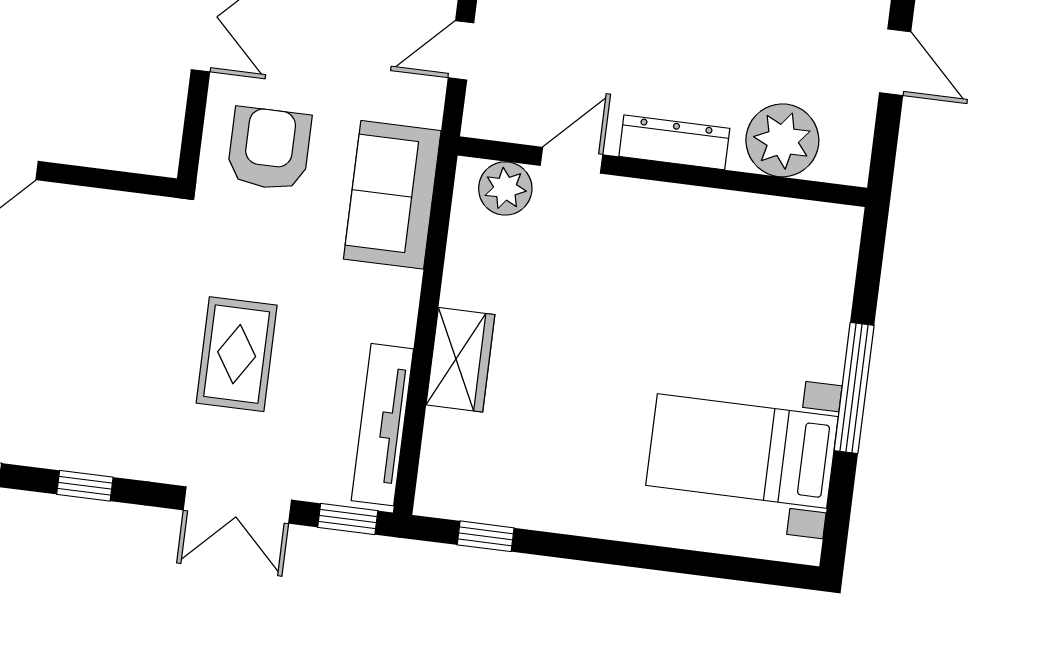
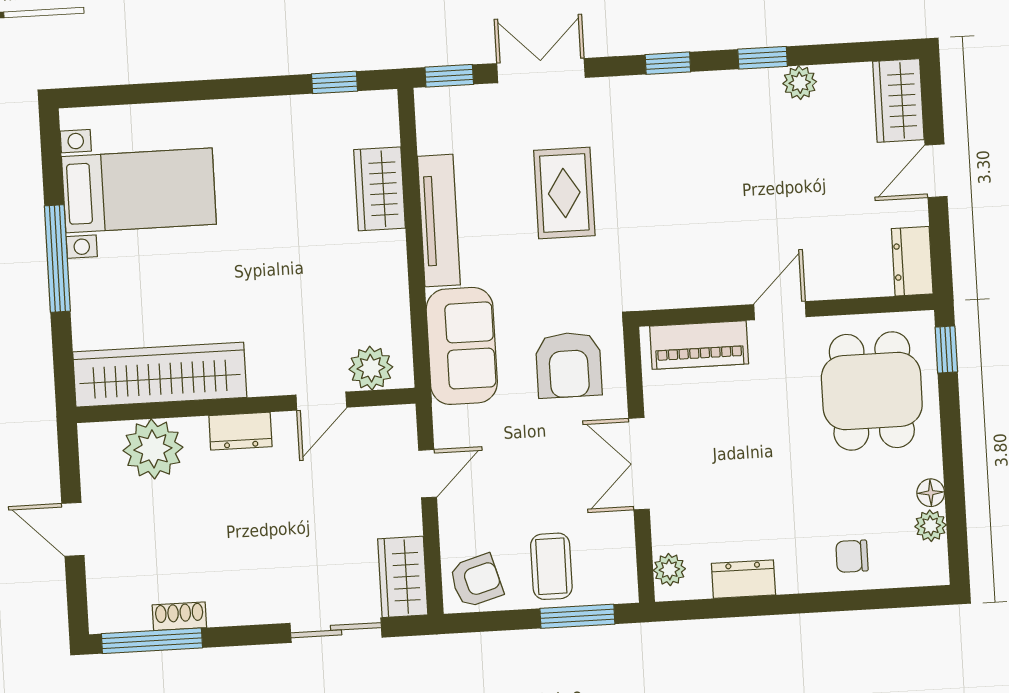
dresser: (674, 142) -> (240, 431), width x0.70
piano: (110, 144) -> (699, 345), added
wardrobe: (758, 227) -> (160, 375), added
wardrobe: (460, 360) -> (380, 189), moved
tv unit: (382, 425) -> (439, 221), moved

